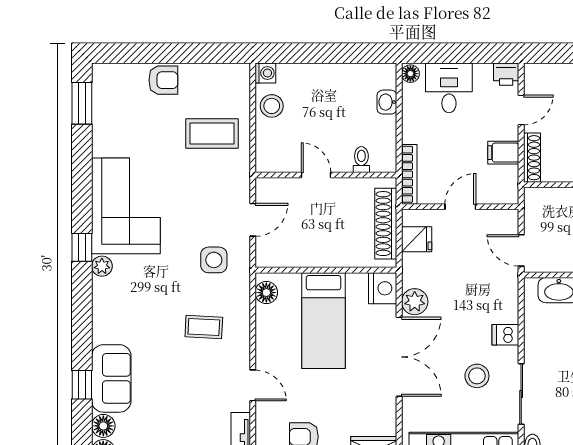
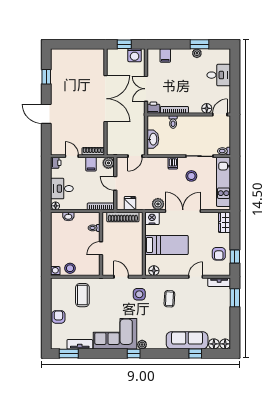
tv unit: (103, 128) -> (80, 344), added
plant: (506, 191) -> (108, 163), added
sofa: (111, 378) -> (187, 340), width x1.36

